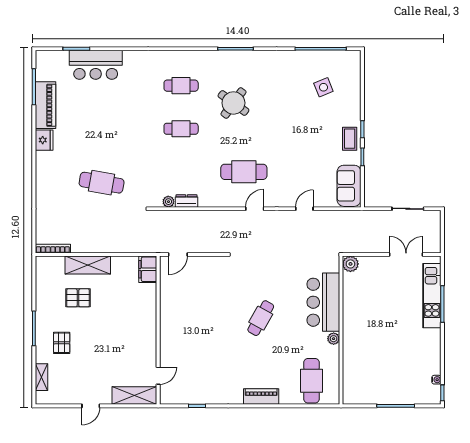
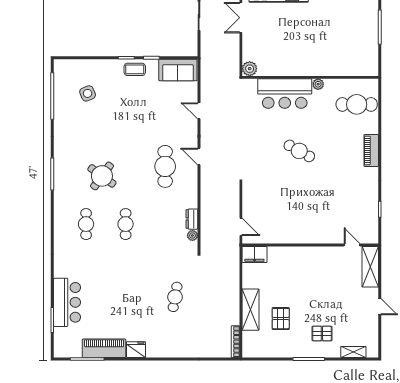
cafe table: (102, 183) -> (175, 297), width x0.73, depth x0.74

